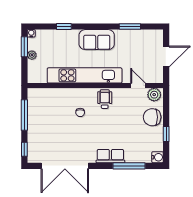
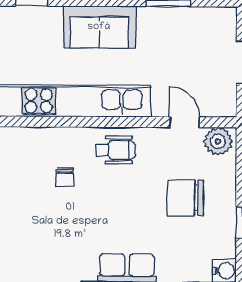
wheelchair: (105, 99) -> (116, 150), turned 90
chair: (152, 117) -> (185, 198), moved

